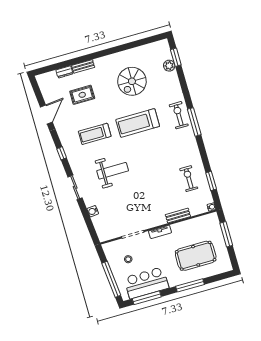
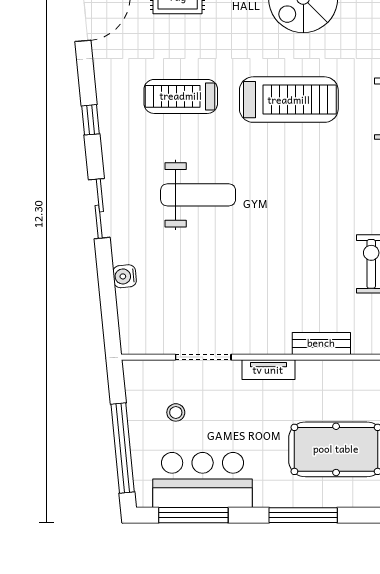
treadmill: (138, 123) -> (289, 100), turned 180

